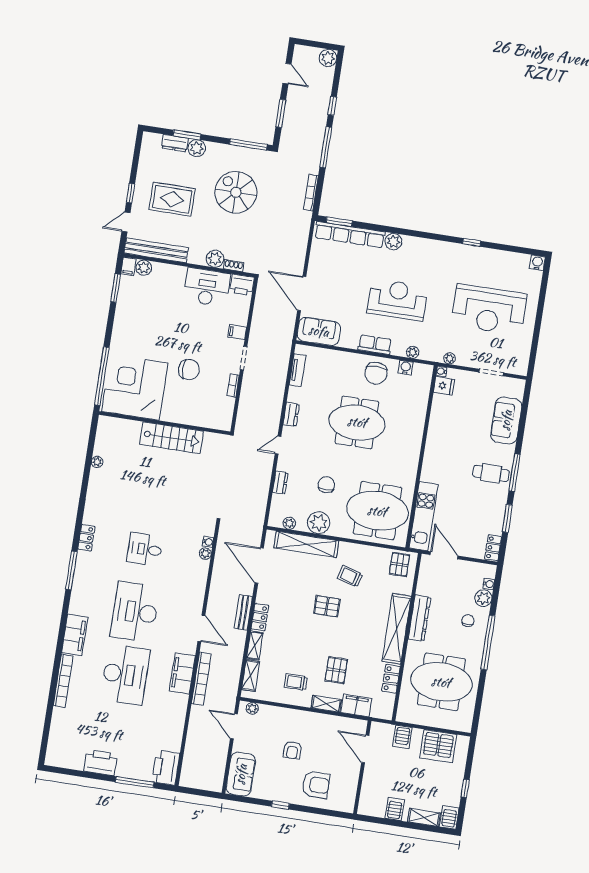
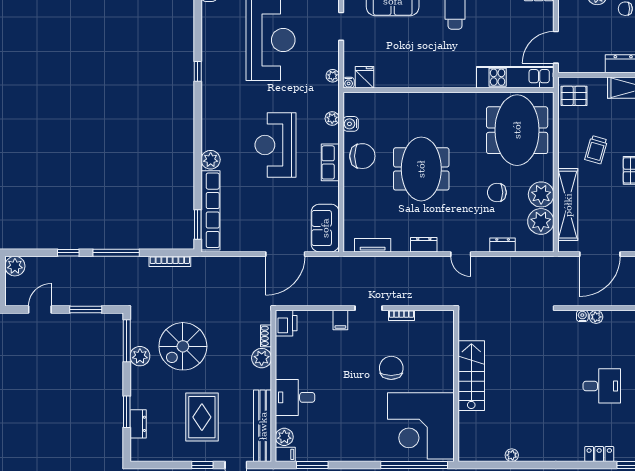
plant: (197, 148) -> (140, 356), moved
desk: (207, 287) -> (295, 397), moved, width x0.73
plant: (289, 523) -> (541, 221), width x1.88, depth x1.88
desk: (145, 549) -> (602, 386), turned -90

